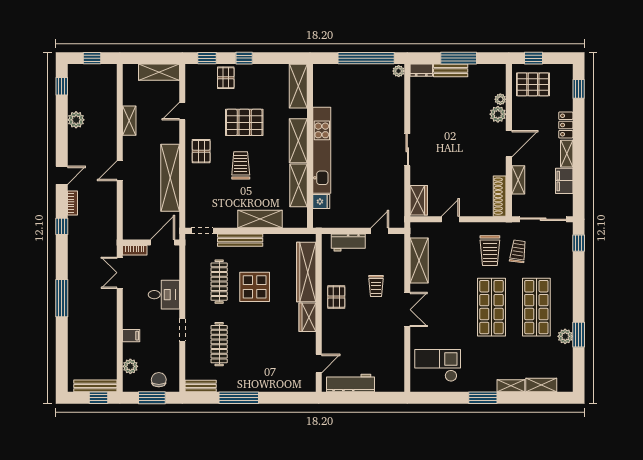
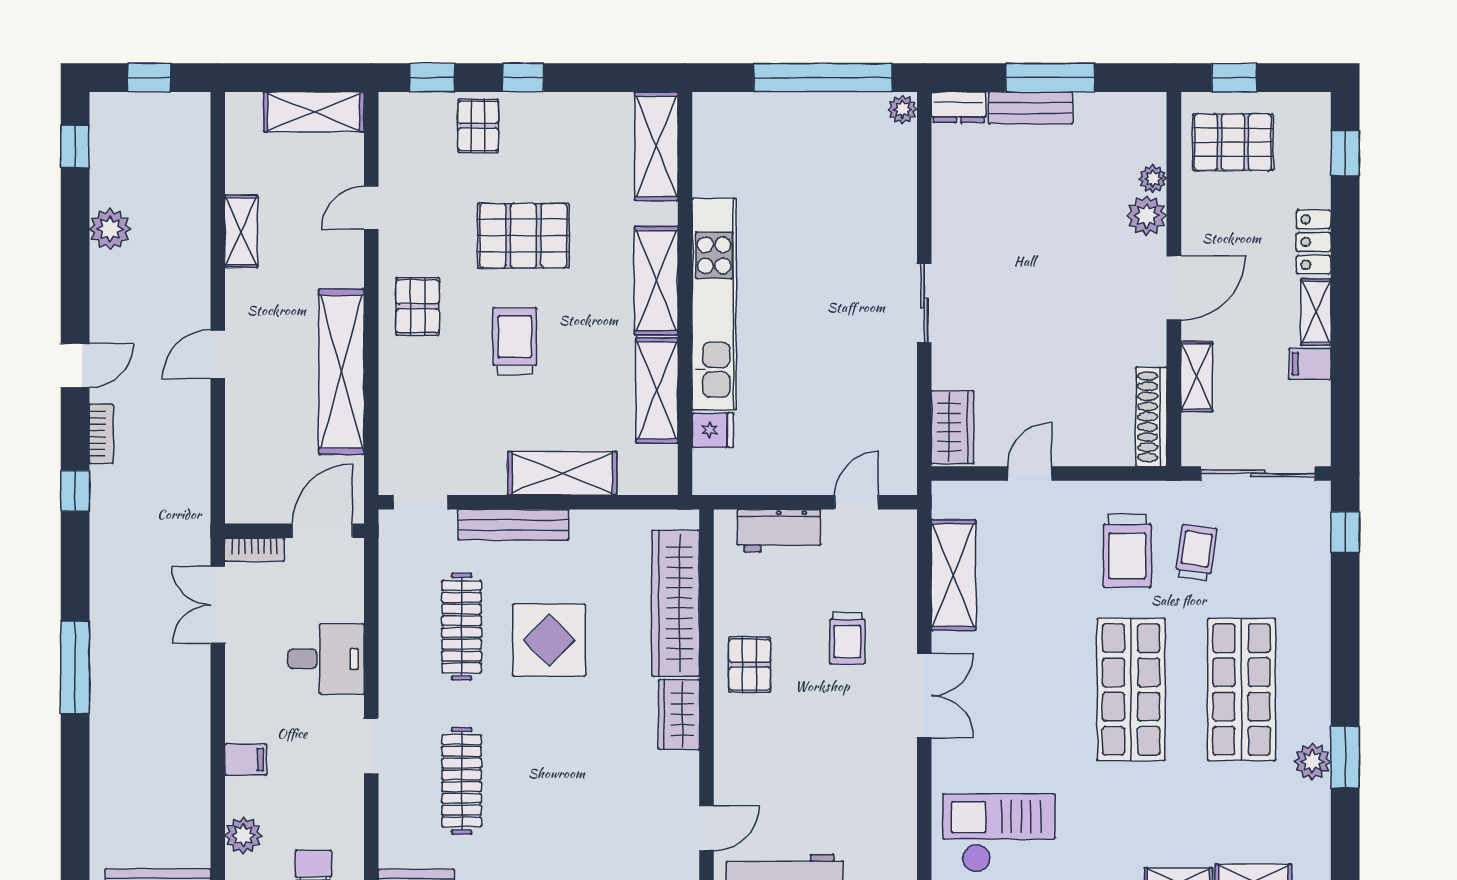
filing cabinet: (564, 181) -> (1310, 364), width x0.50

